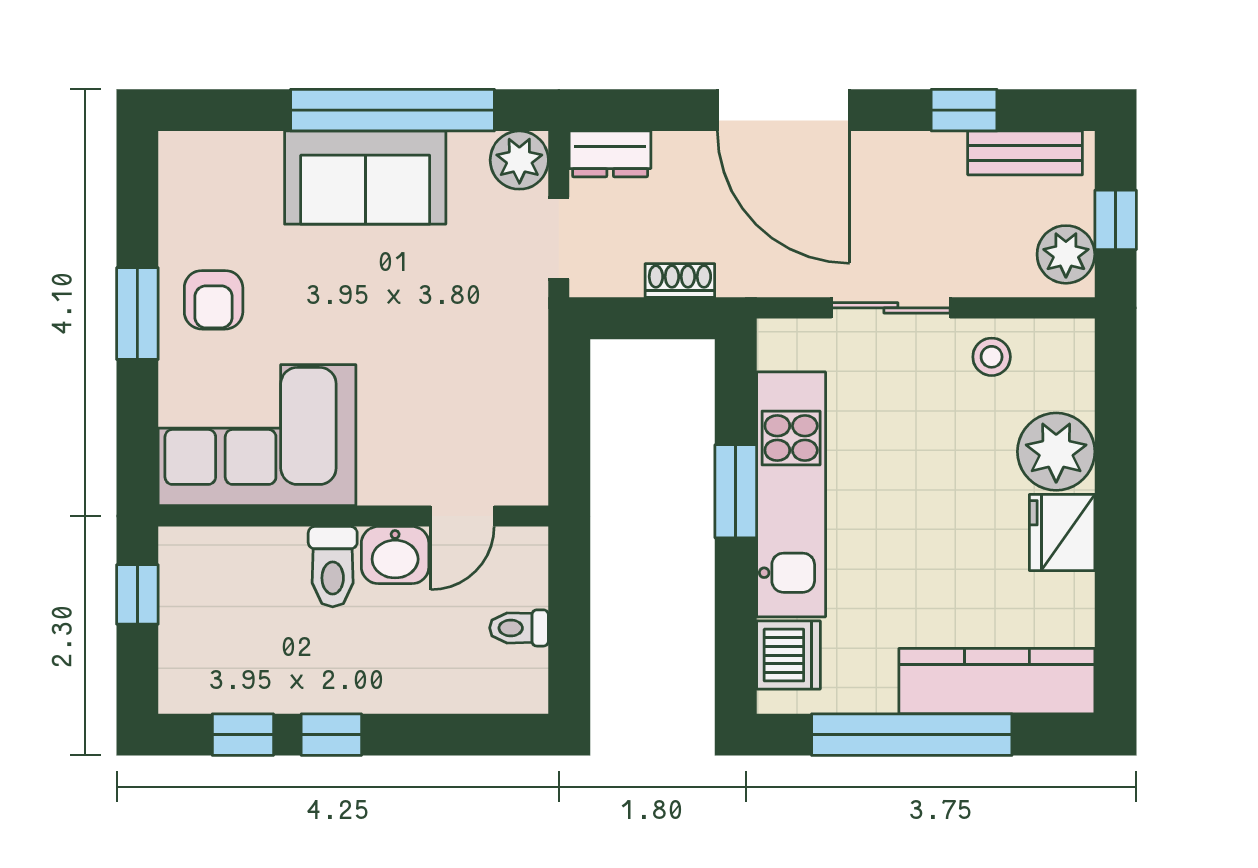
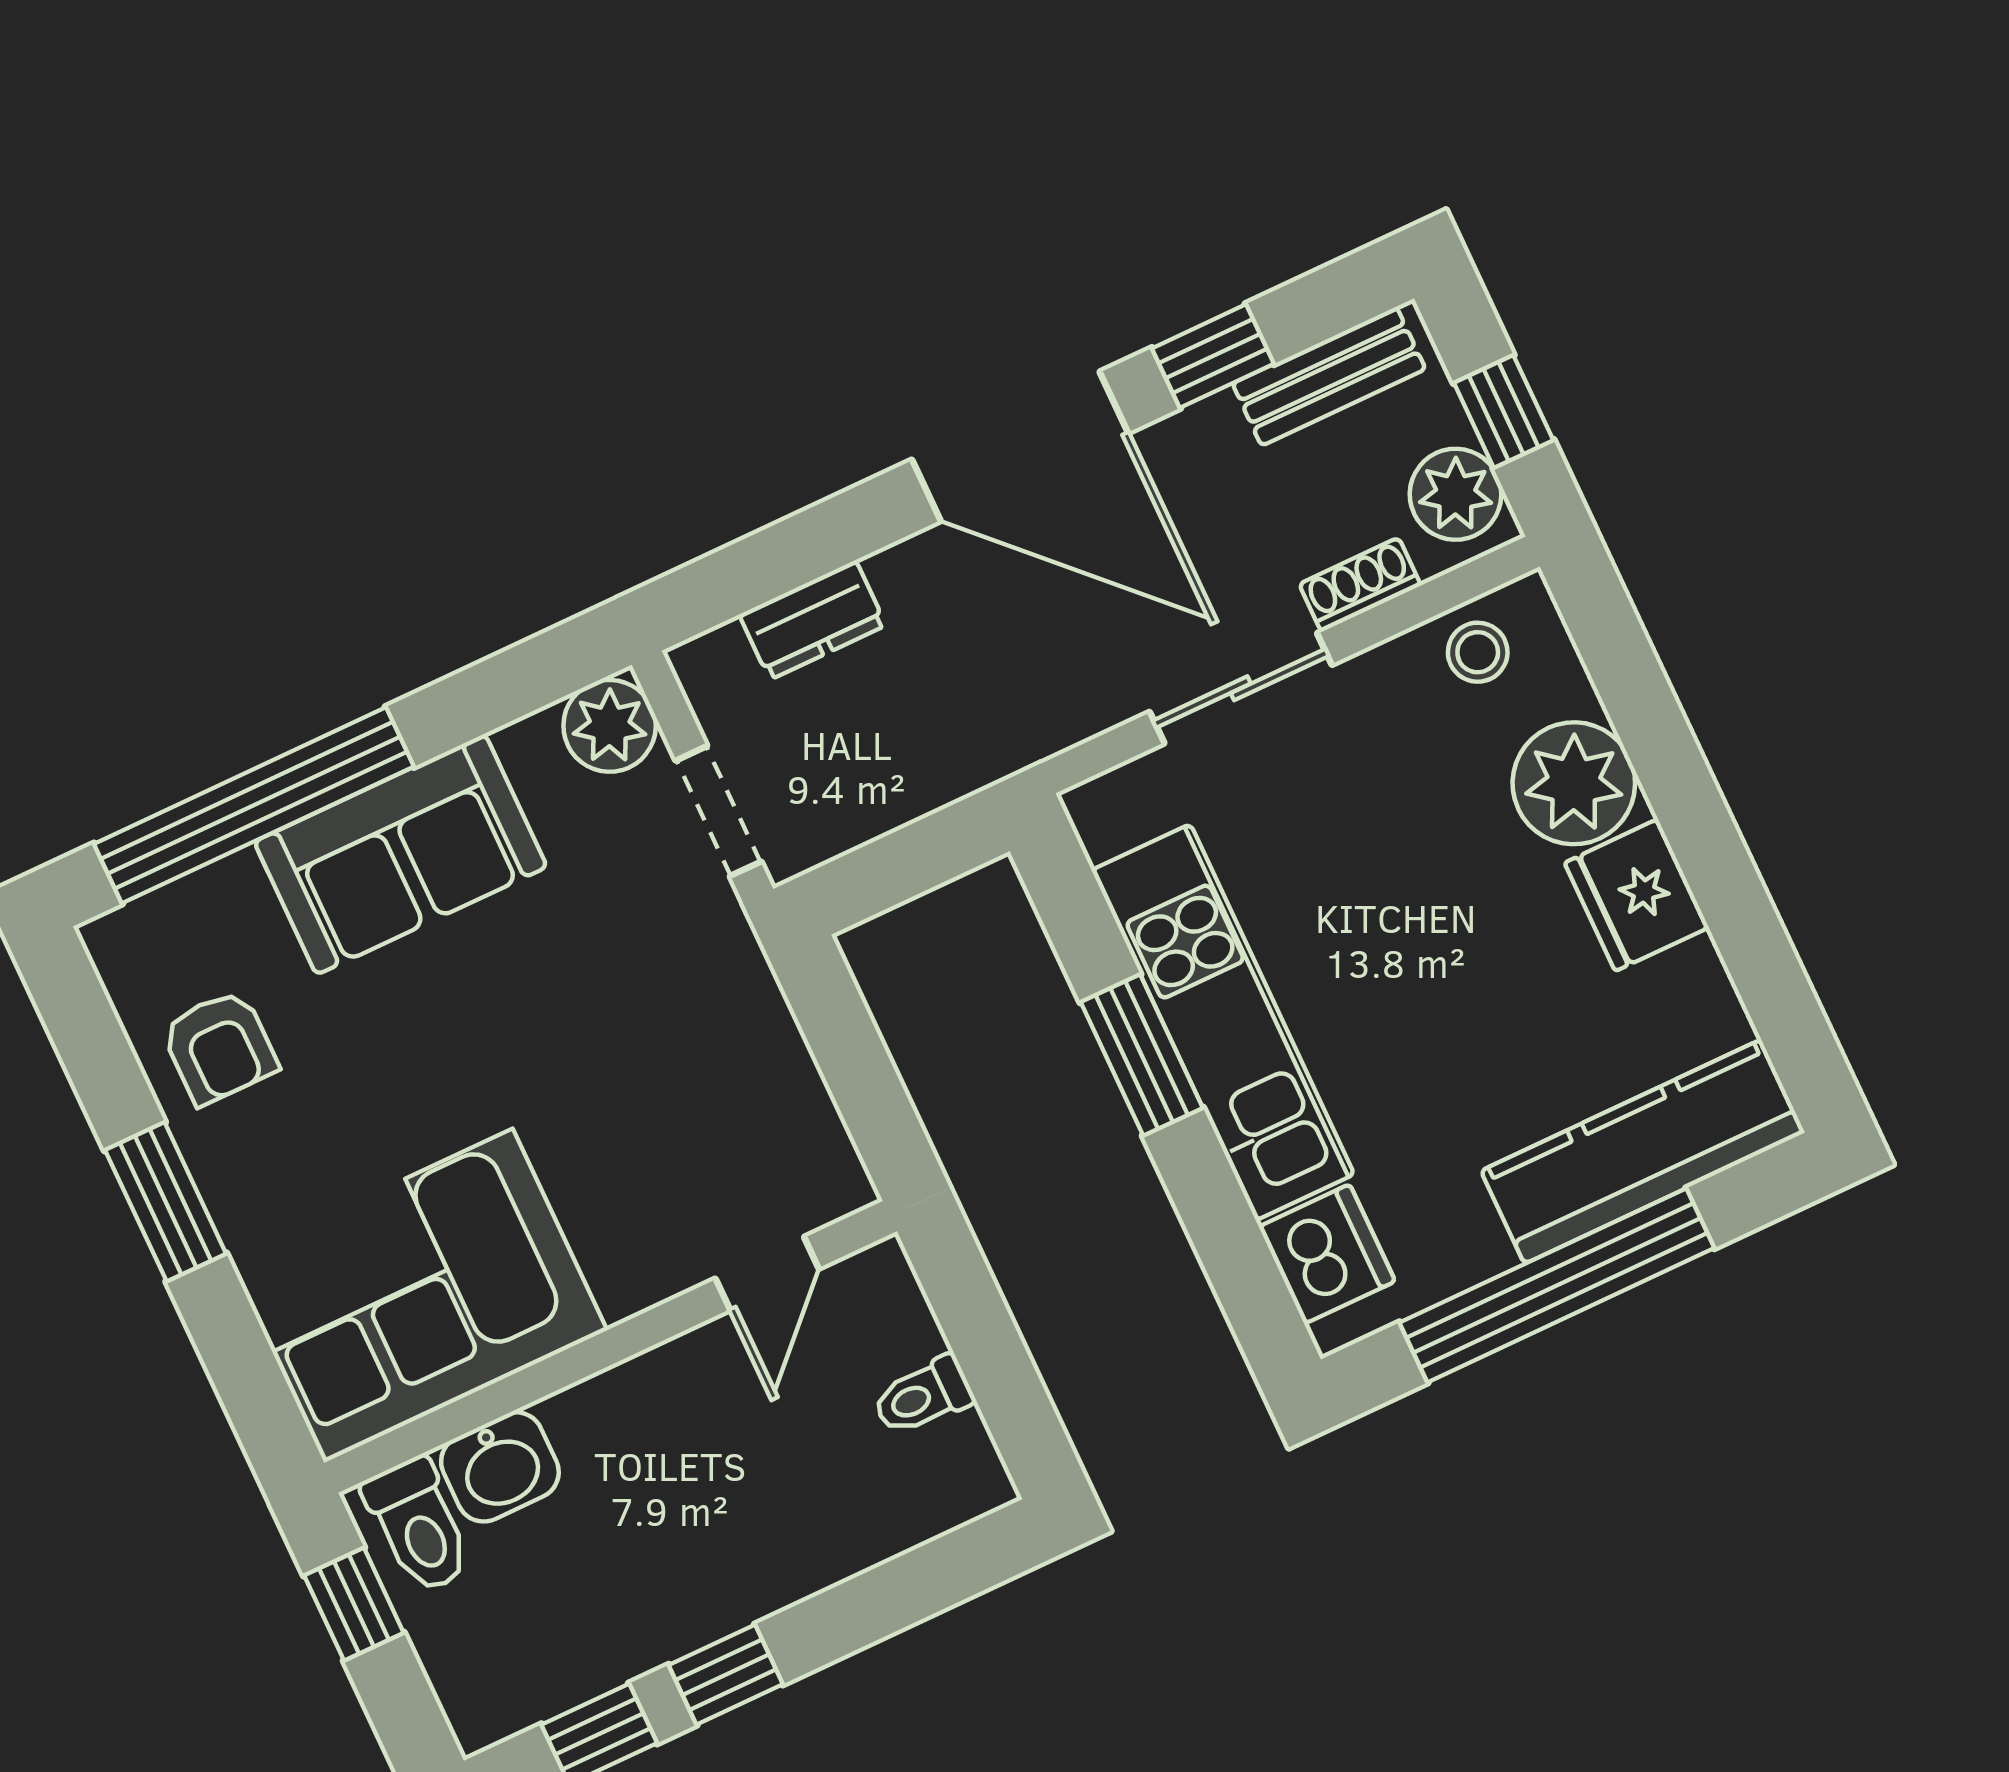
window: (392, 110) -> (254, 805), moved
door: (783, 110) -> (1020, 446), moved
dresser: (610, 154) -> (813, 620), moved
shoe rack: (680, 281) -> (1360, 585), moved
armchair: (214, 300) -> (219, 1047), moved
stool: (992, 357) -> (1478, 652), moved
washbasin: (395, 555) -> (500, 1467), moved
toilet: (333, 567) -> (418, 1525), moved

